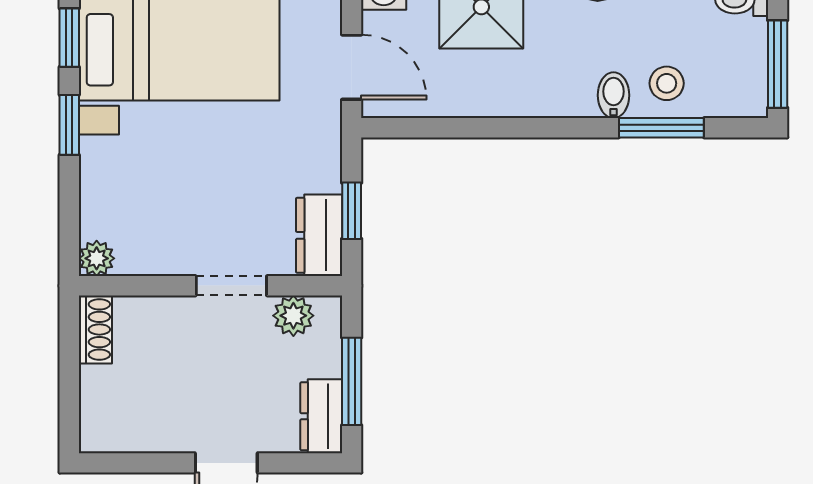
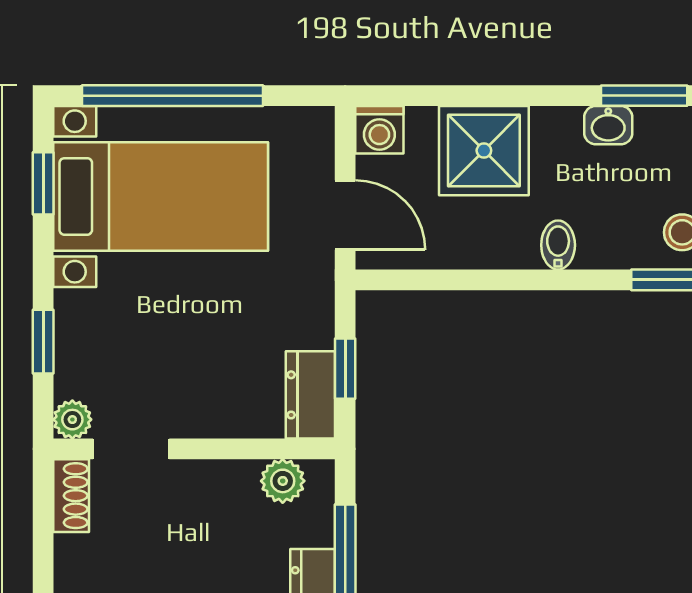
bidet: (613, 95) -> (558, 245), moved
window: (69, 125) -> (43, 342), moved
doorway: (231, 286) -> (131, 449), moved

